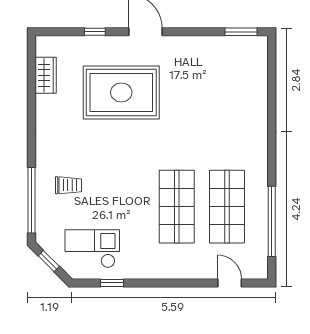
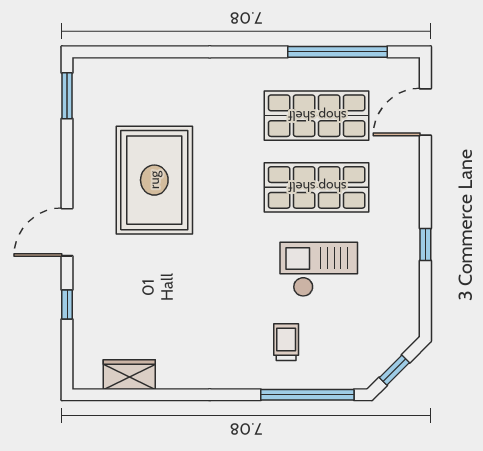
rug: (121, 92) -> (154, 180), moved
checkout: (92, 249) -> (319, 269), moved, turned 90
window: (112, 283) -> (425, 244), moved
door: (230, 283) -> (425, 112), width x1.37

